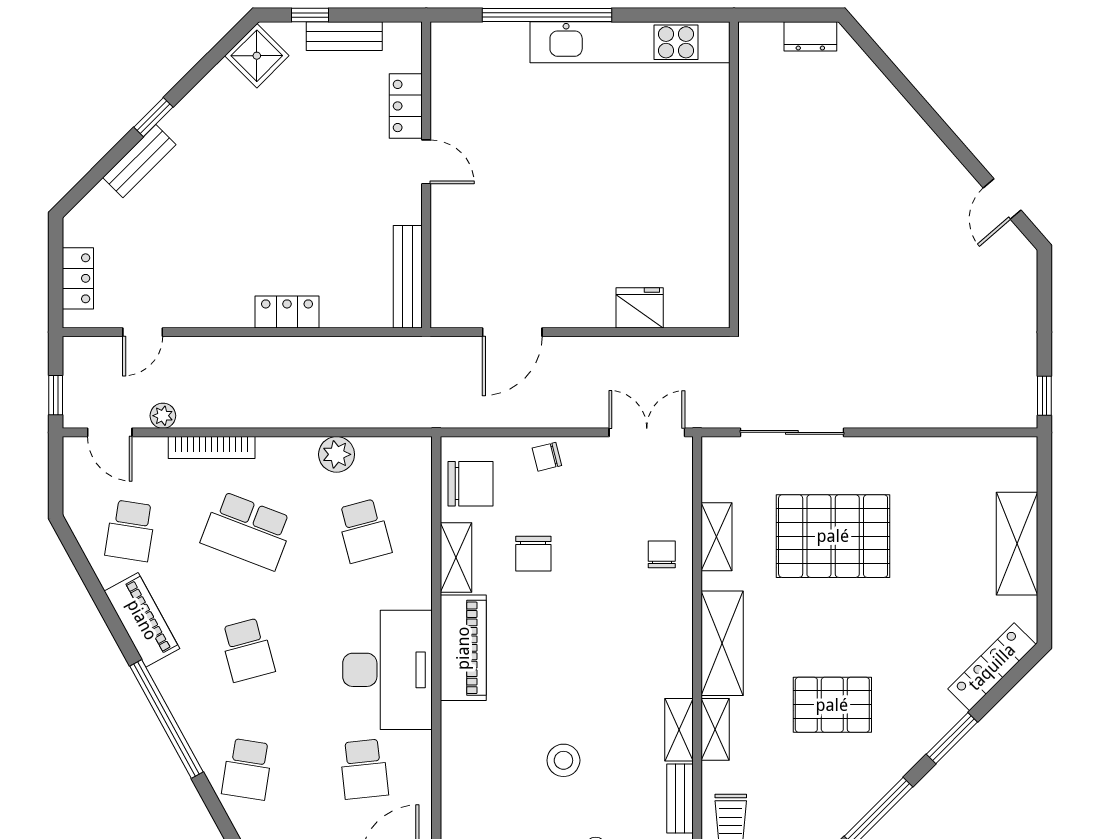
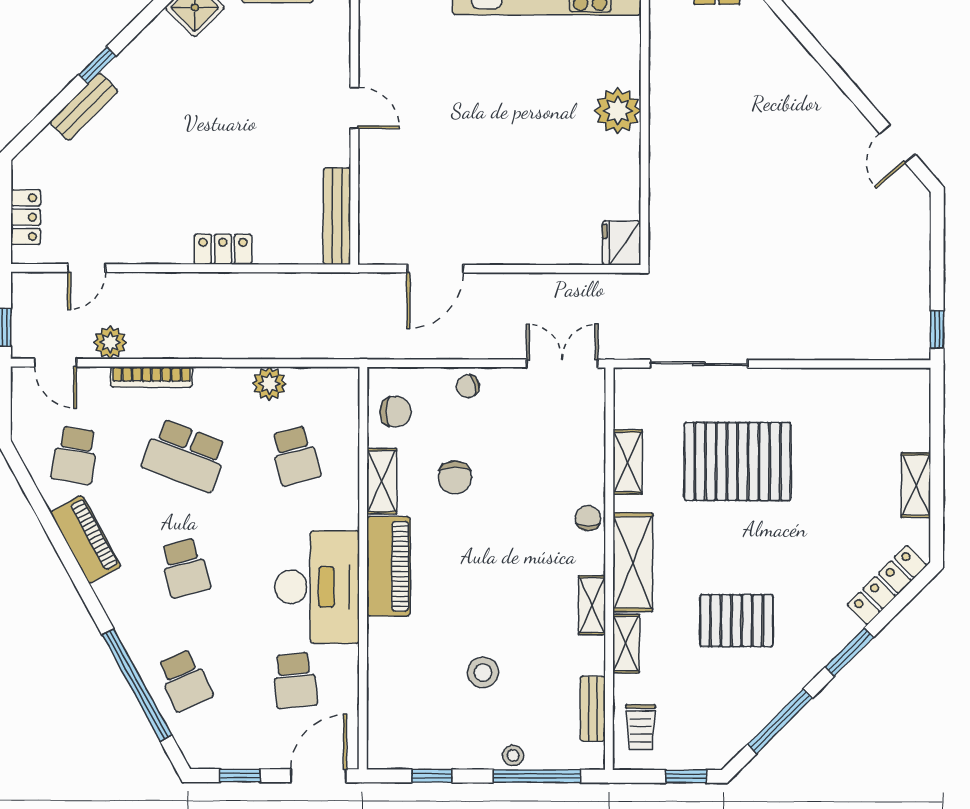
locker: (406, 106) -> (335, 55), removed
plant: (705, 164) -> (618, 111), added
fridge: (640, 308) -> (622, 243), moved, turned -90
plant: (163, 416) -> (110, 342), width x1.38, depth x1.38
chair: (470, 484) -> (396, 412), width x0.73, depth x0.73
shelving: (1017, 544) -> (916, 485), width x0.67, depth x0.75
chair: (662, 554) -> (588, 518), moved
window: (166, 719) -> (137, 685), moved
shelving: (679, 730) -> (592, 605), moved
school desk: (247, 769) -> (185, 680), turned -33

